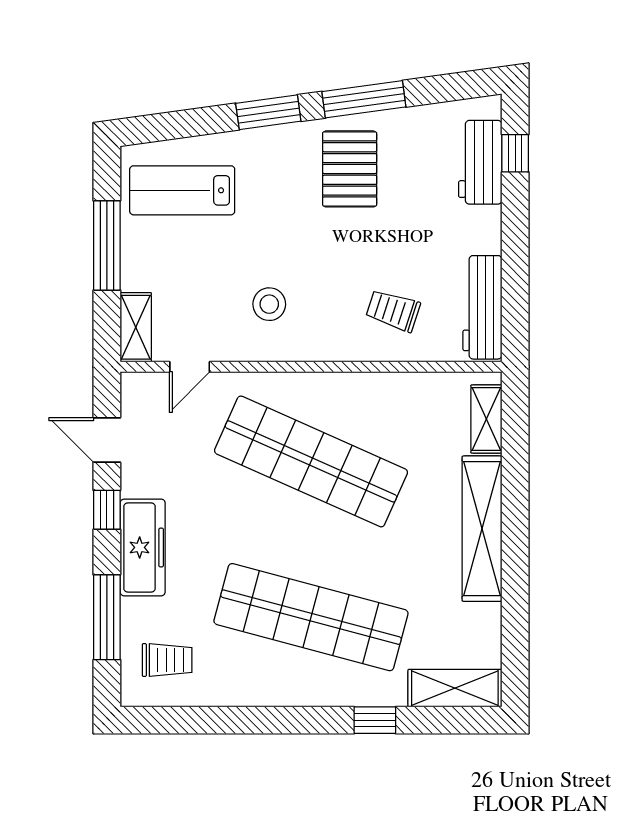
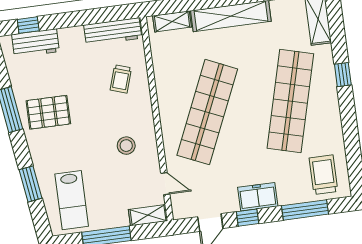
window: (268, 112) -> (31, 184), moved
freezer: (143, 547) -> (258, 197), width x0.71
trolley: (167, 660) -> (324, 175), width x1.36, depth x1.39
window: (375, 720) -> (343, 75), moved

